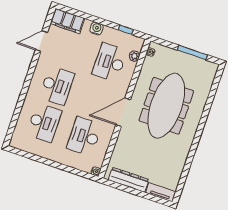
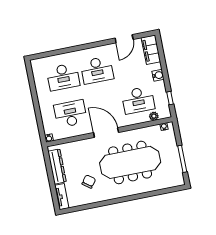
door: (41, 41) -> (124, 39), swing flipped
desk: (110, 62) -> (138, 100), turned 180
chair: (161, 157) -> (89, 182), added

